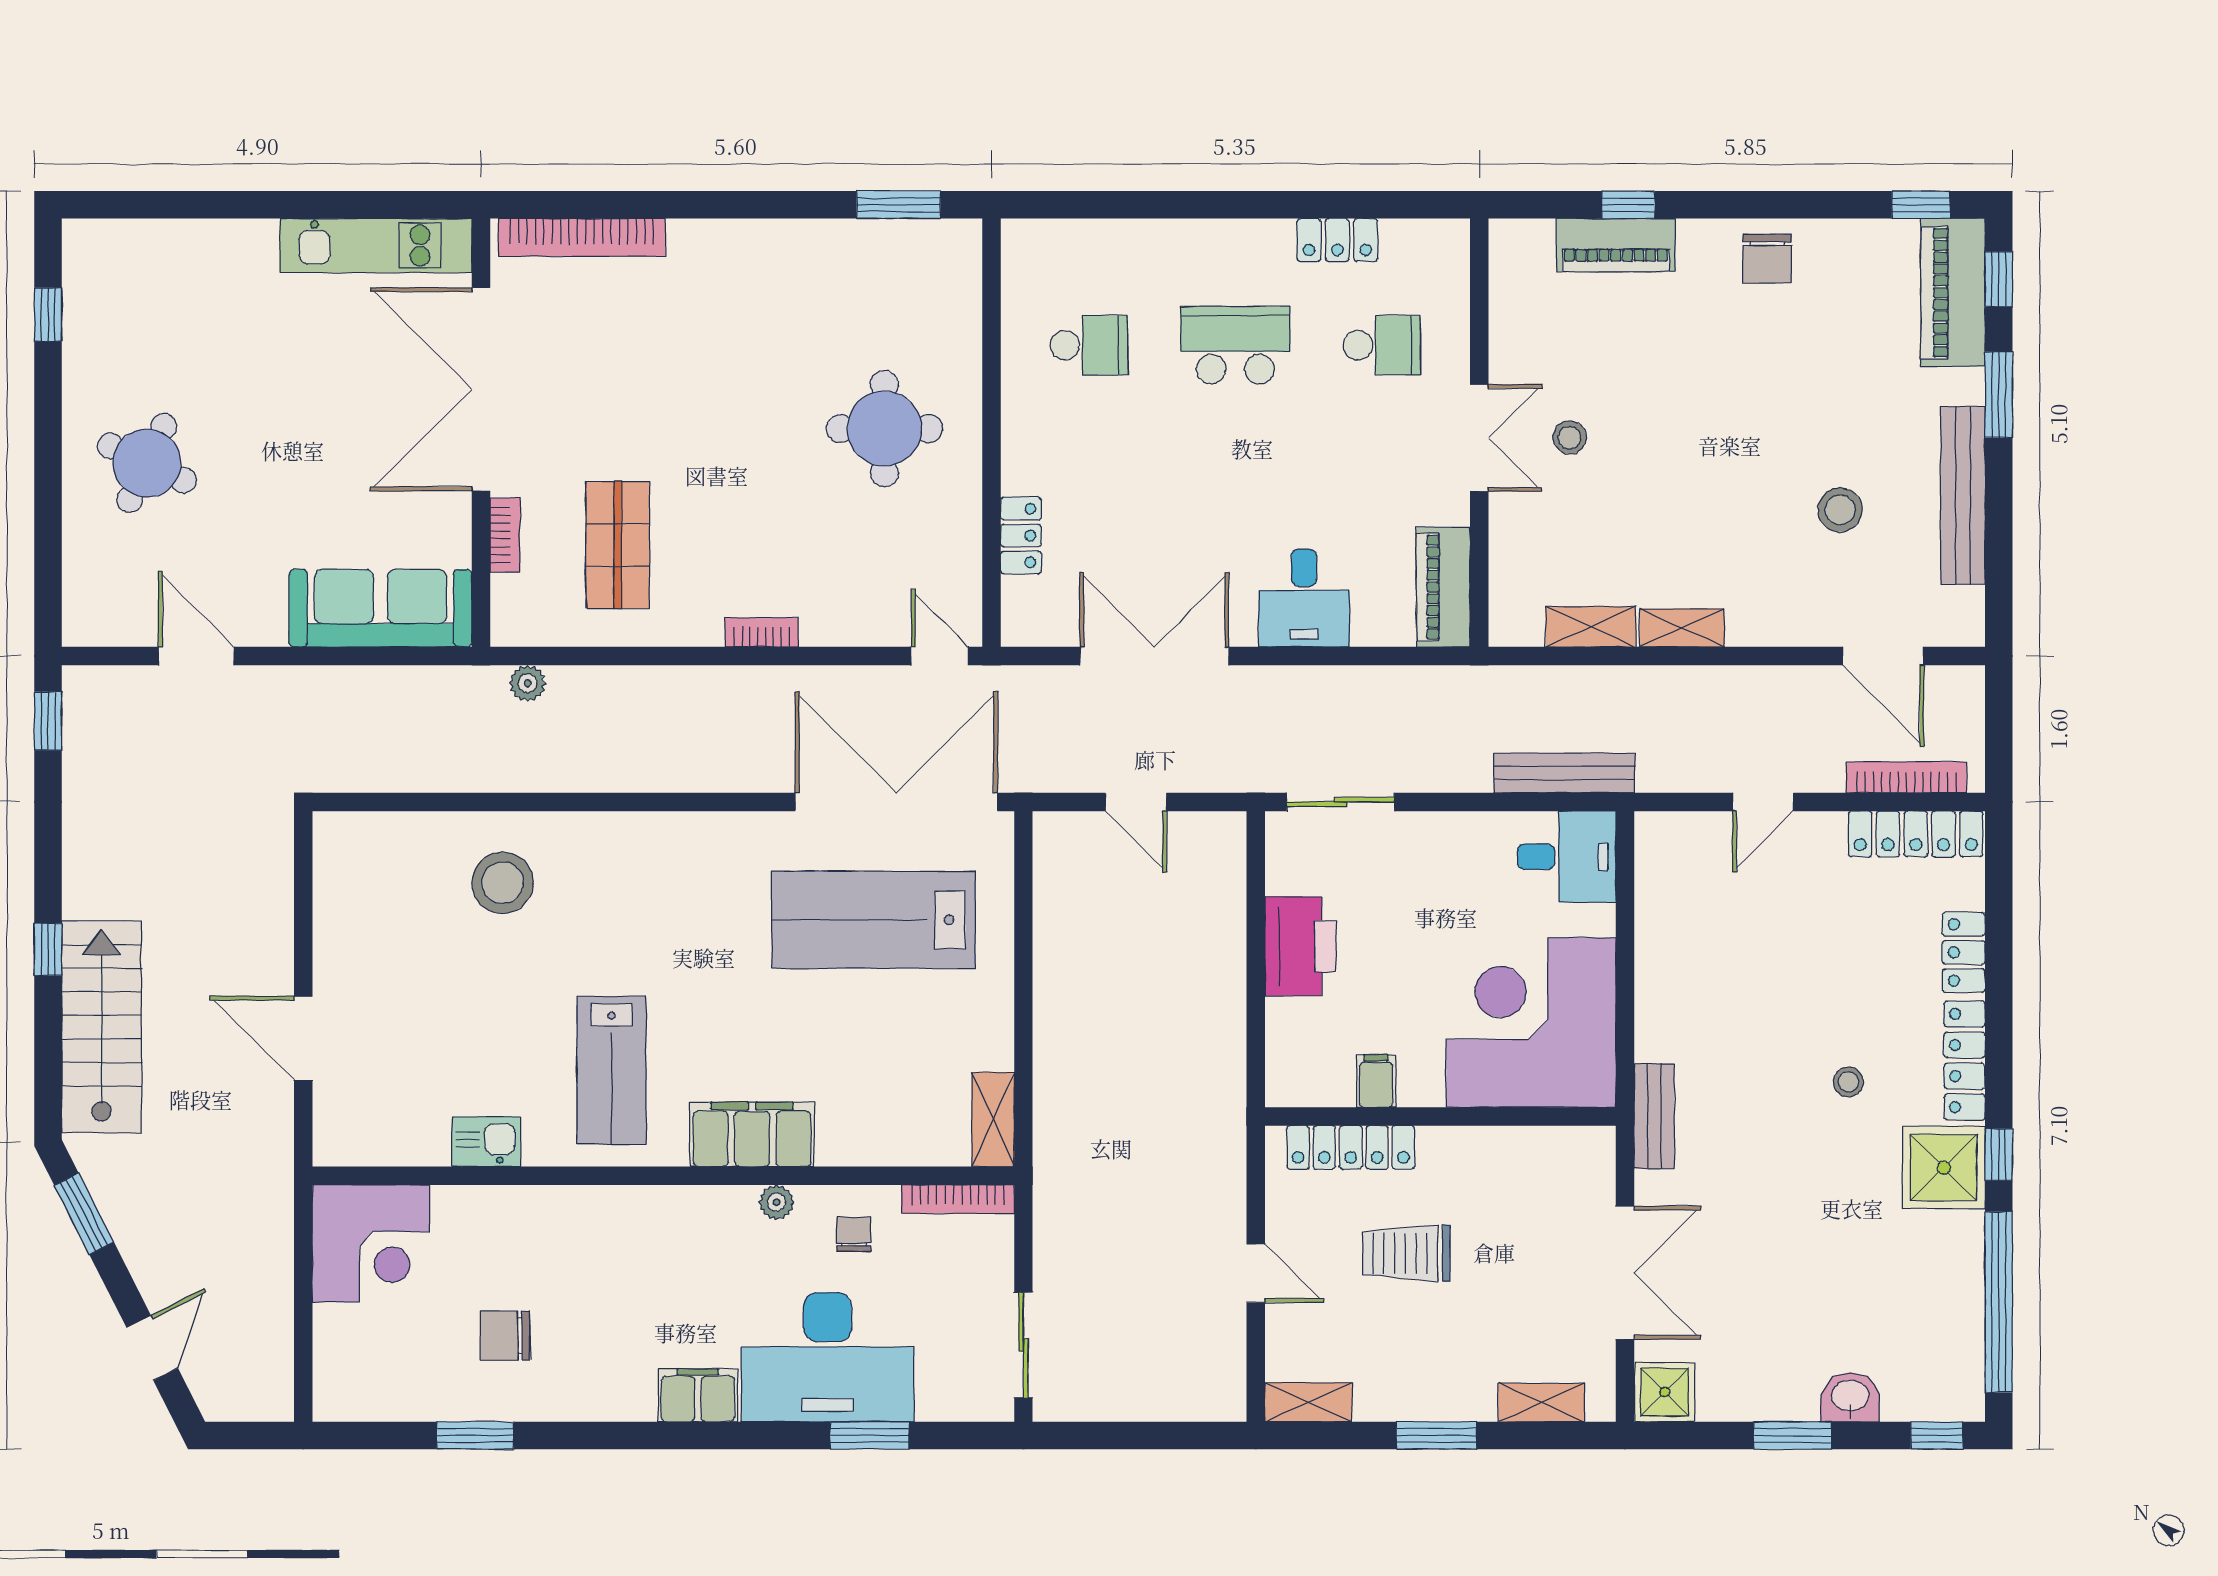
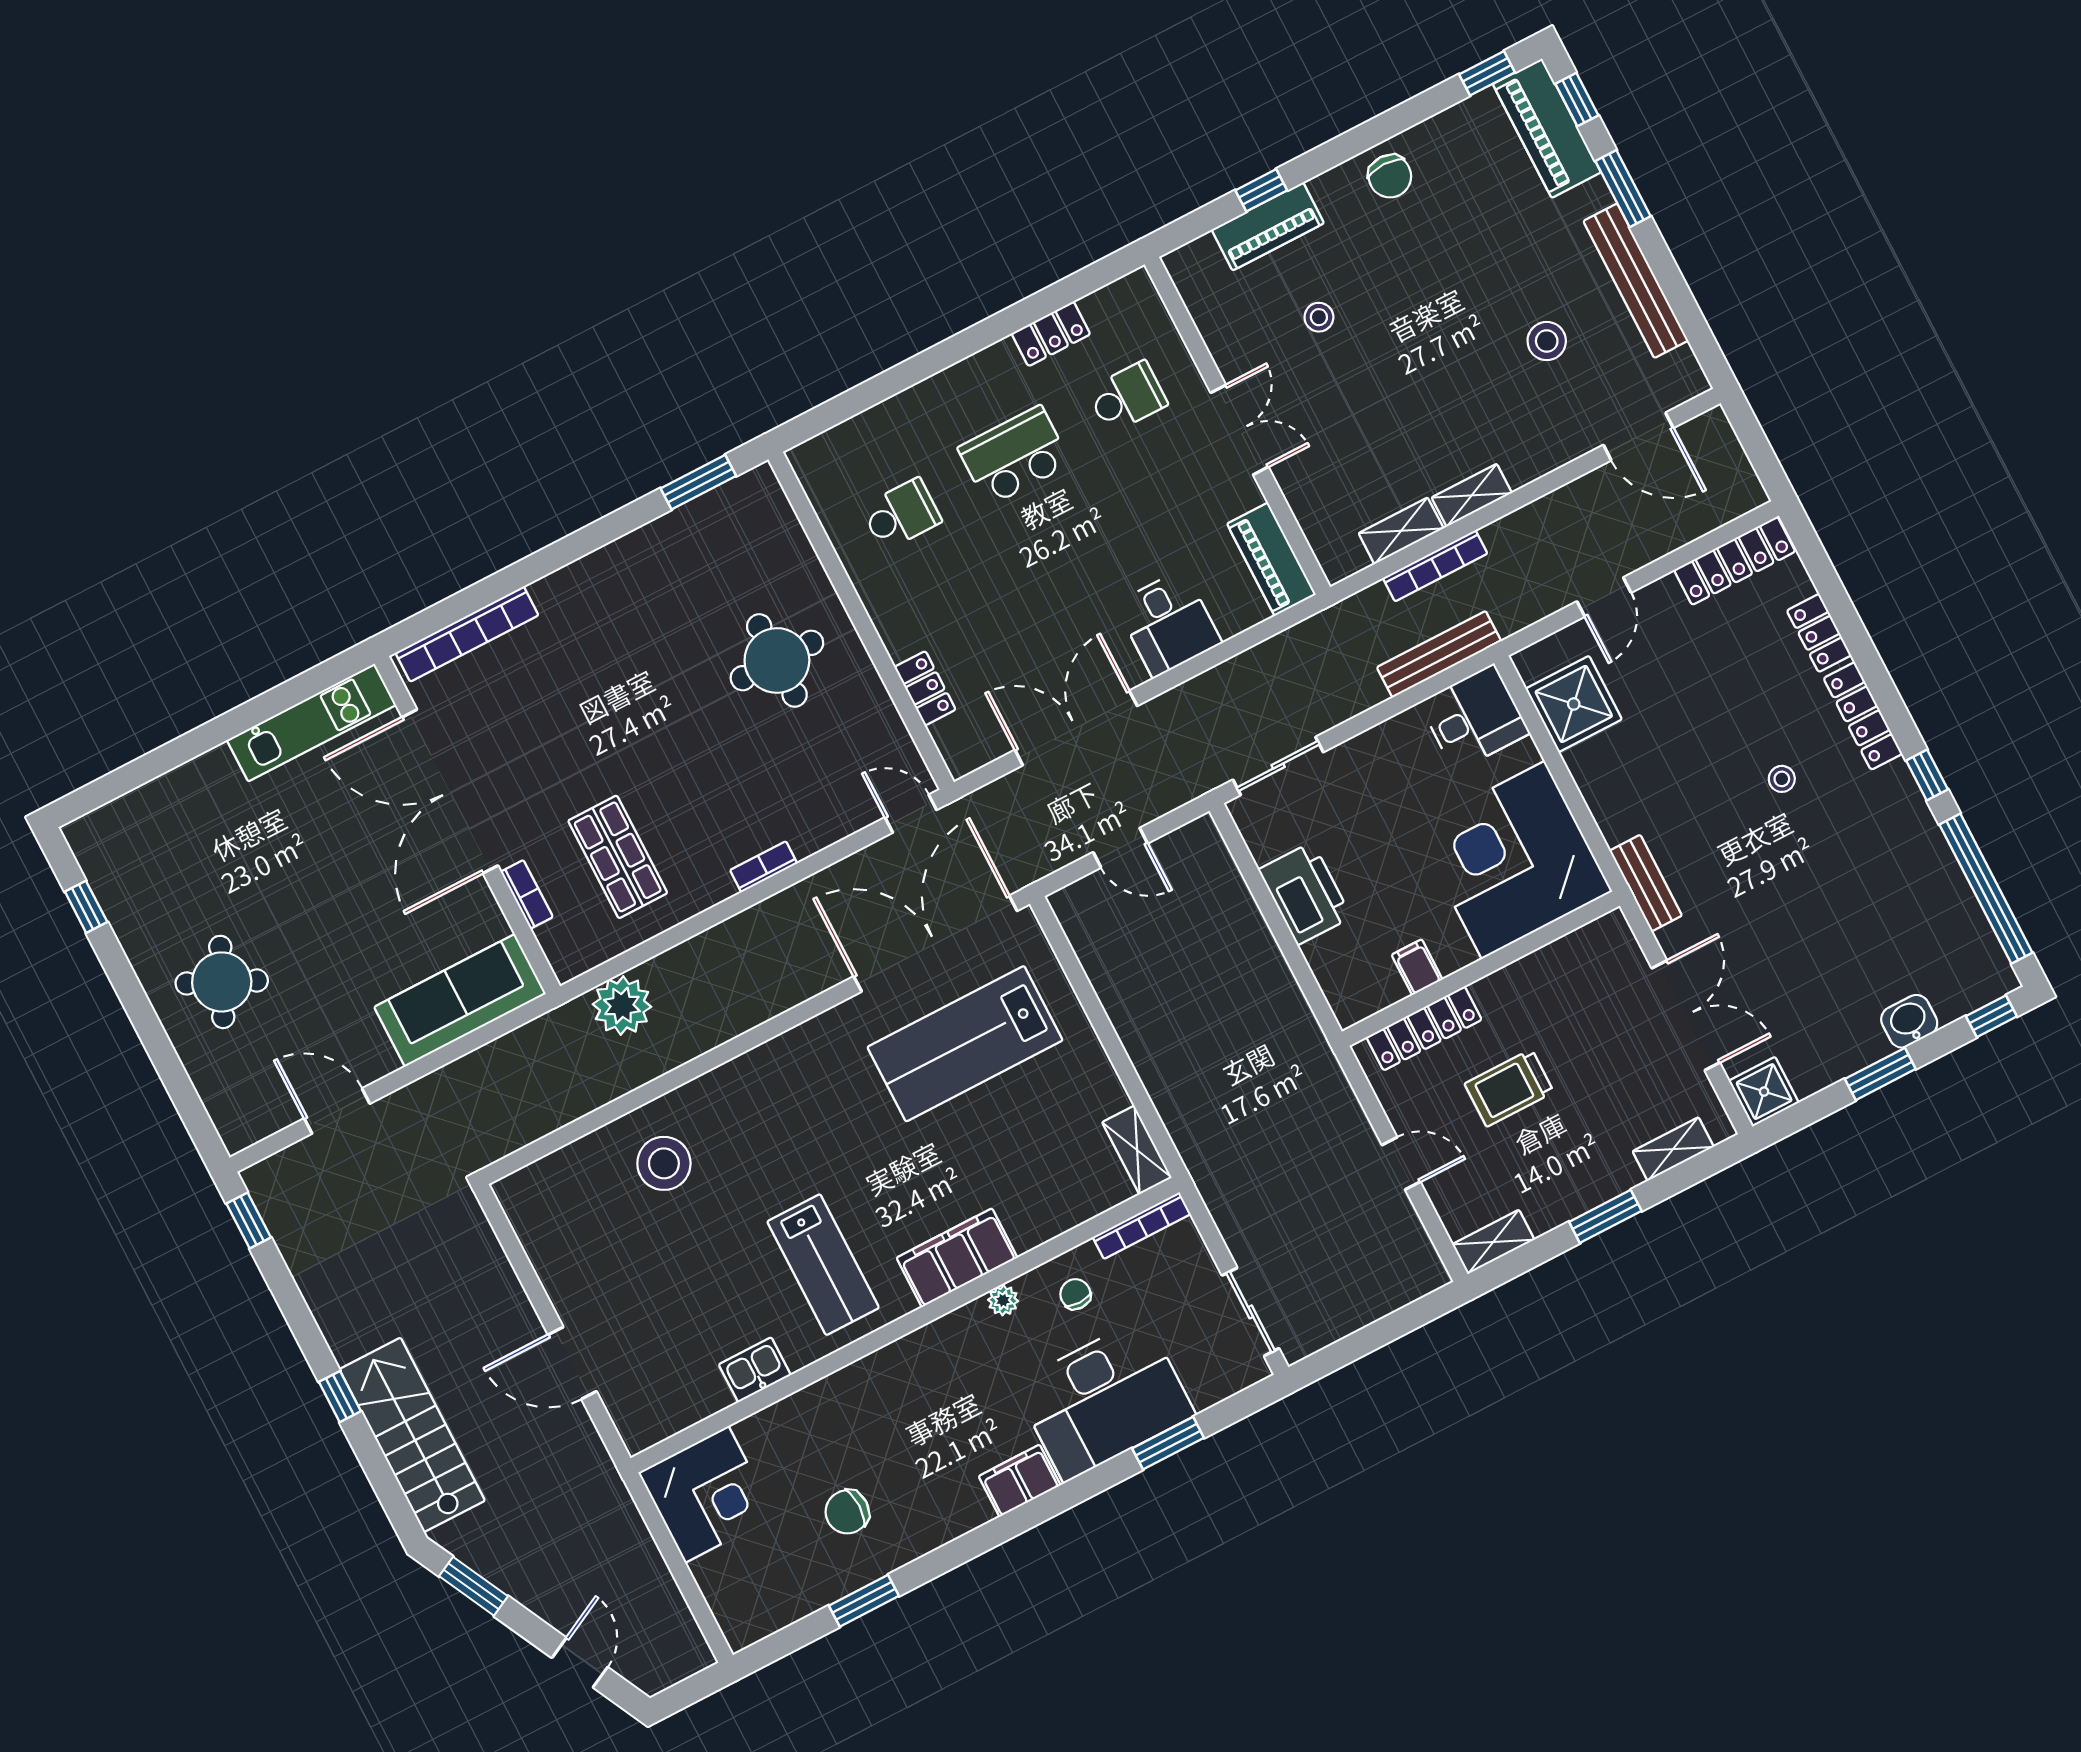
stool: (1570, 437) -> (1319, 317), moved
plant: (528, 683) -> (622, 1005), width x1.88, depth x1.88
bookcase: (1906, 777) -> (1435, 566), moved, turned 180
shower: (1944, 1168) -> (1574, 704), moved

